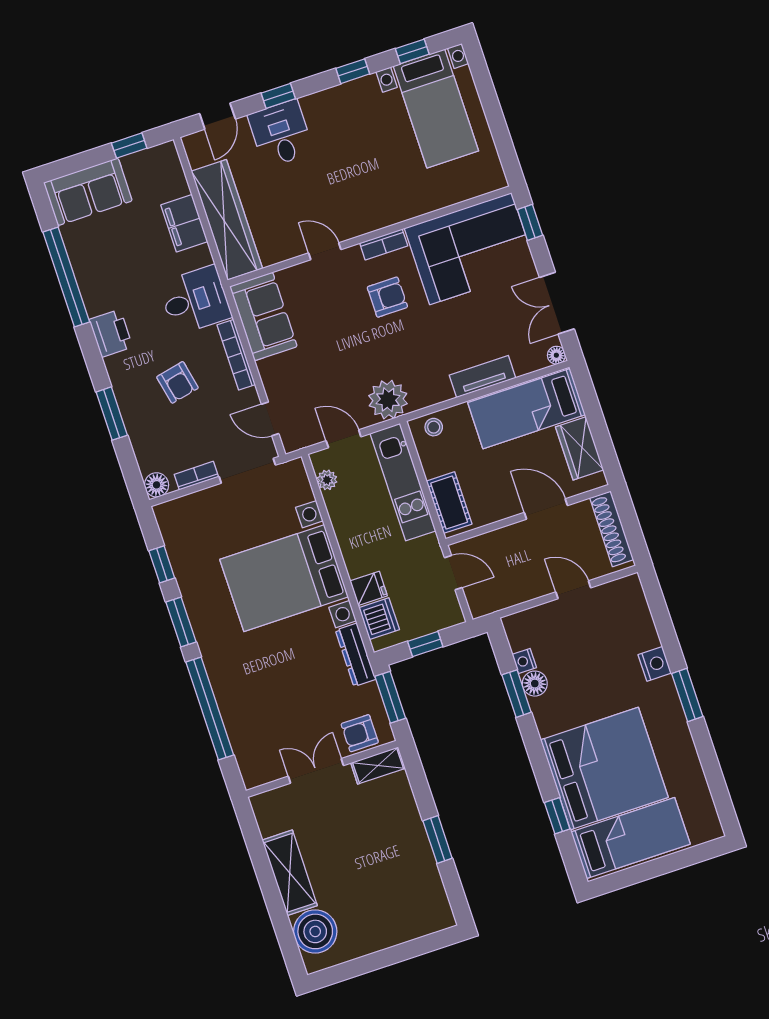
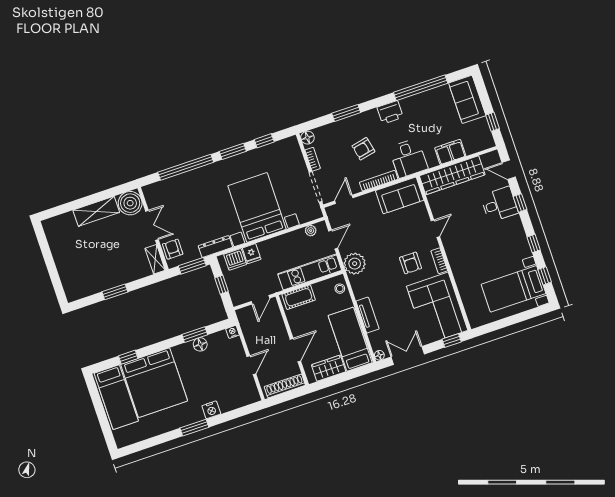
nightstand: (524, 661) -> (233, 332), moved
boiler: (315, 931) -> (130, 203), moved

